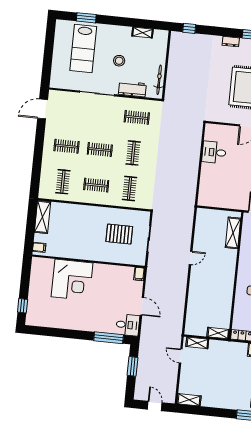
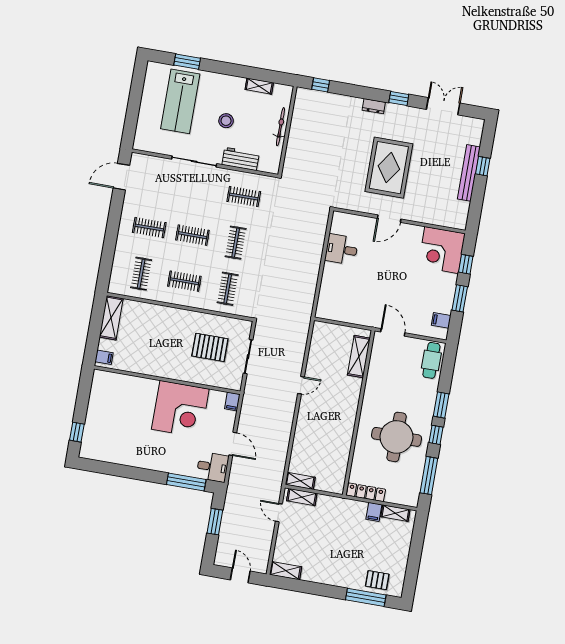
bicycle: (159, 80) -> (280, 127), moved
corner desk: (72, 280) -> (180, 409), moved
shelving: (218, 333) -> (300, 481), moved

